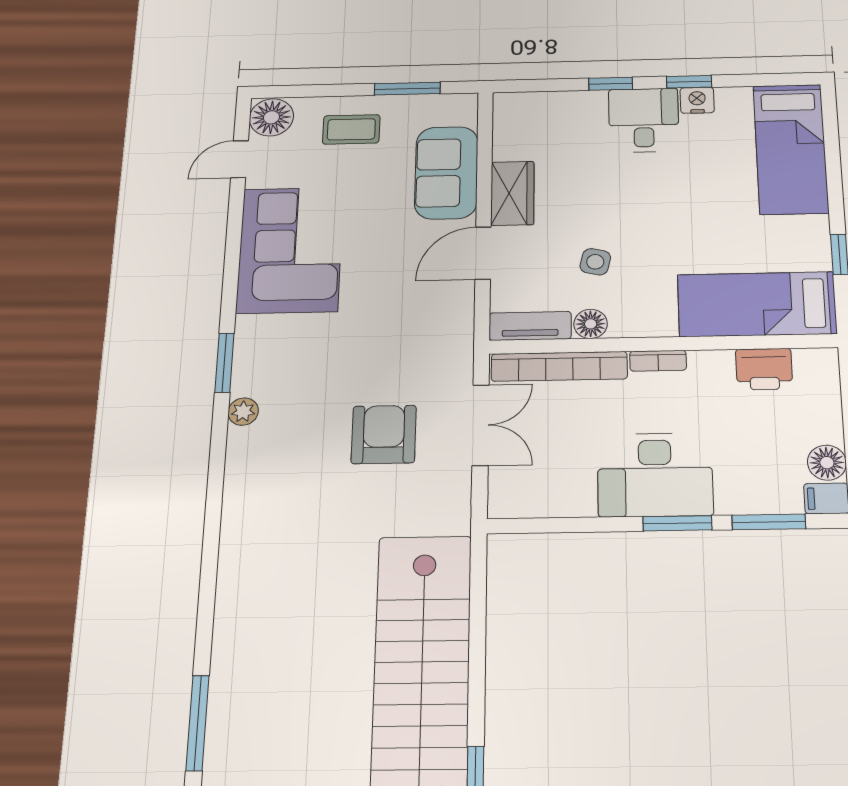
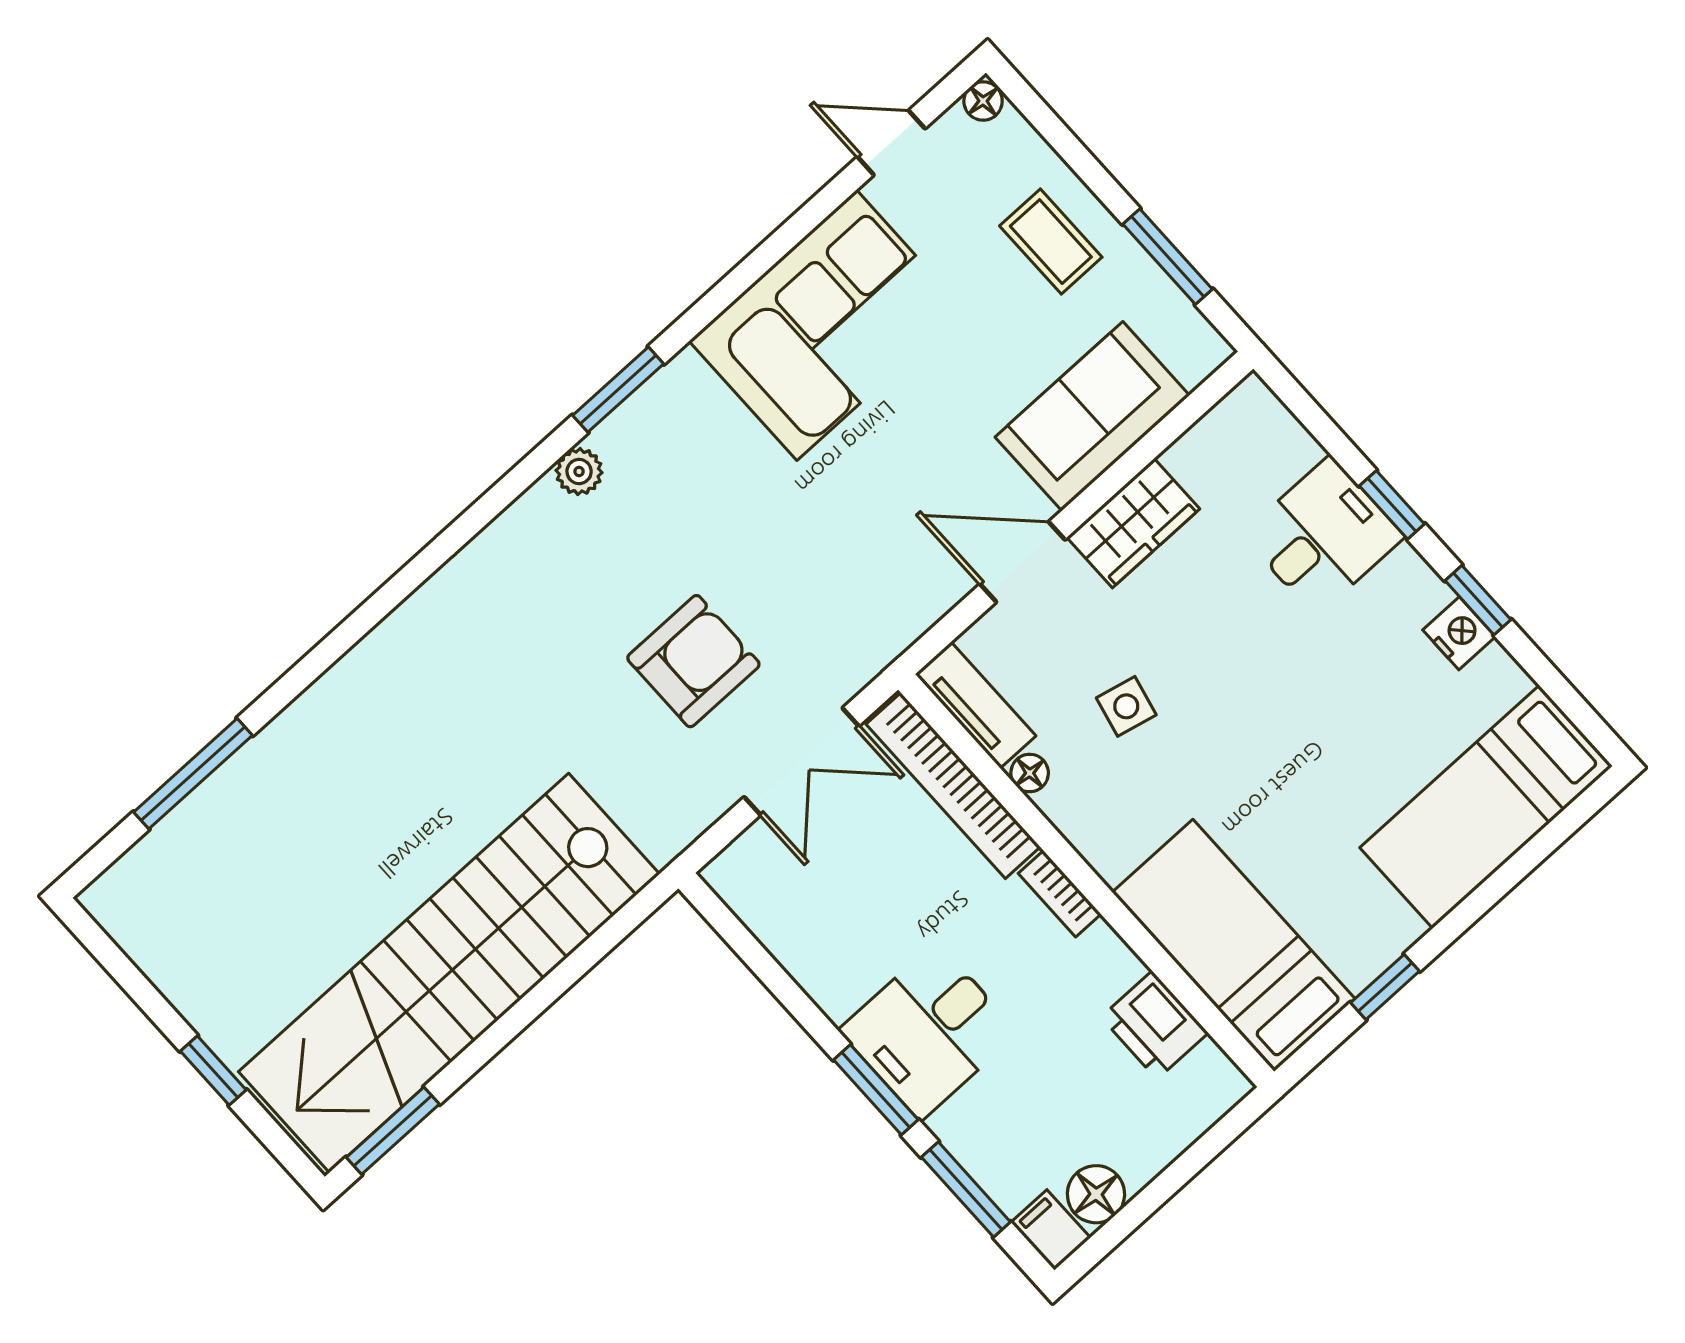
floor lamp: (271, 117) -> (983, 101), width x0.53, depth x0.53
desk: (644, 120) -> (1323, 536), moved
floor lamp: (591, 324) -> (1030, 773), width x0.73, depth x0.73
desk: (655, 475) -> (929, 1031), width x0.73

